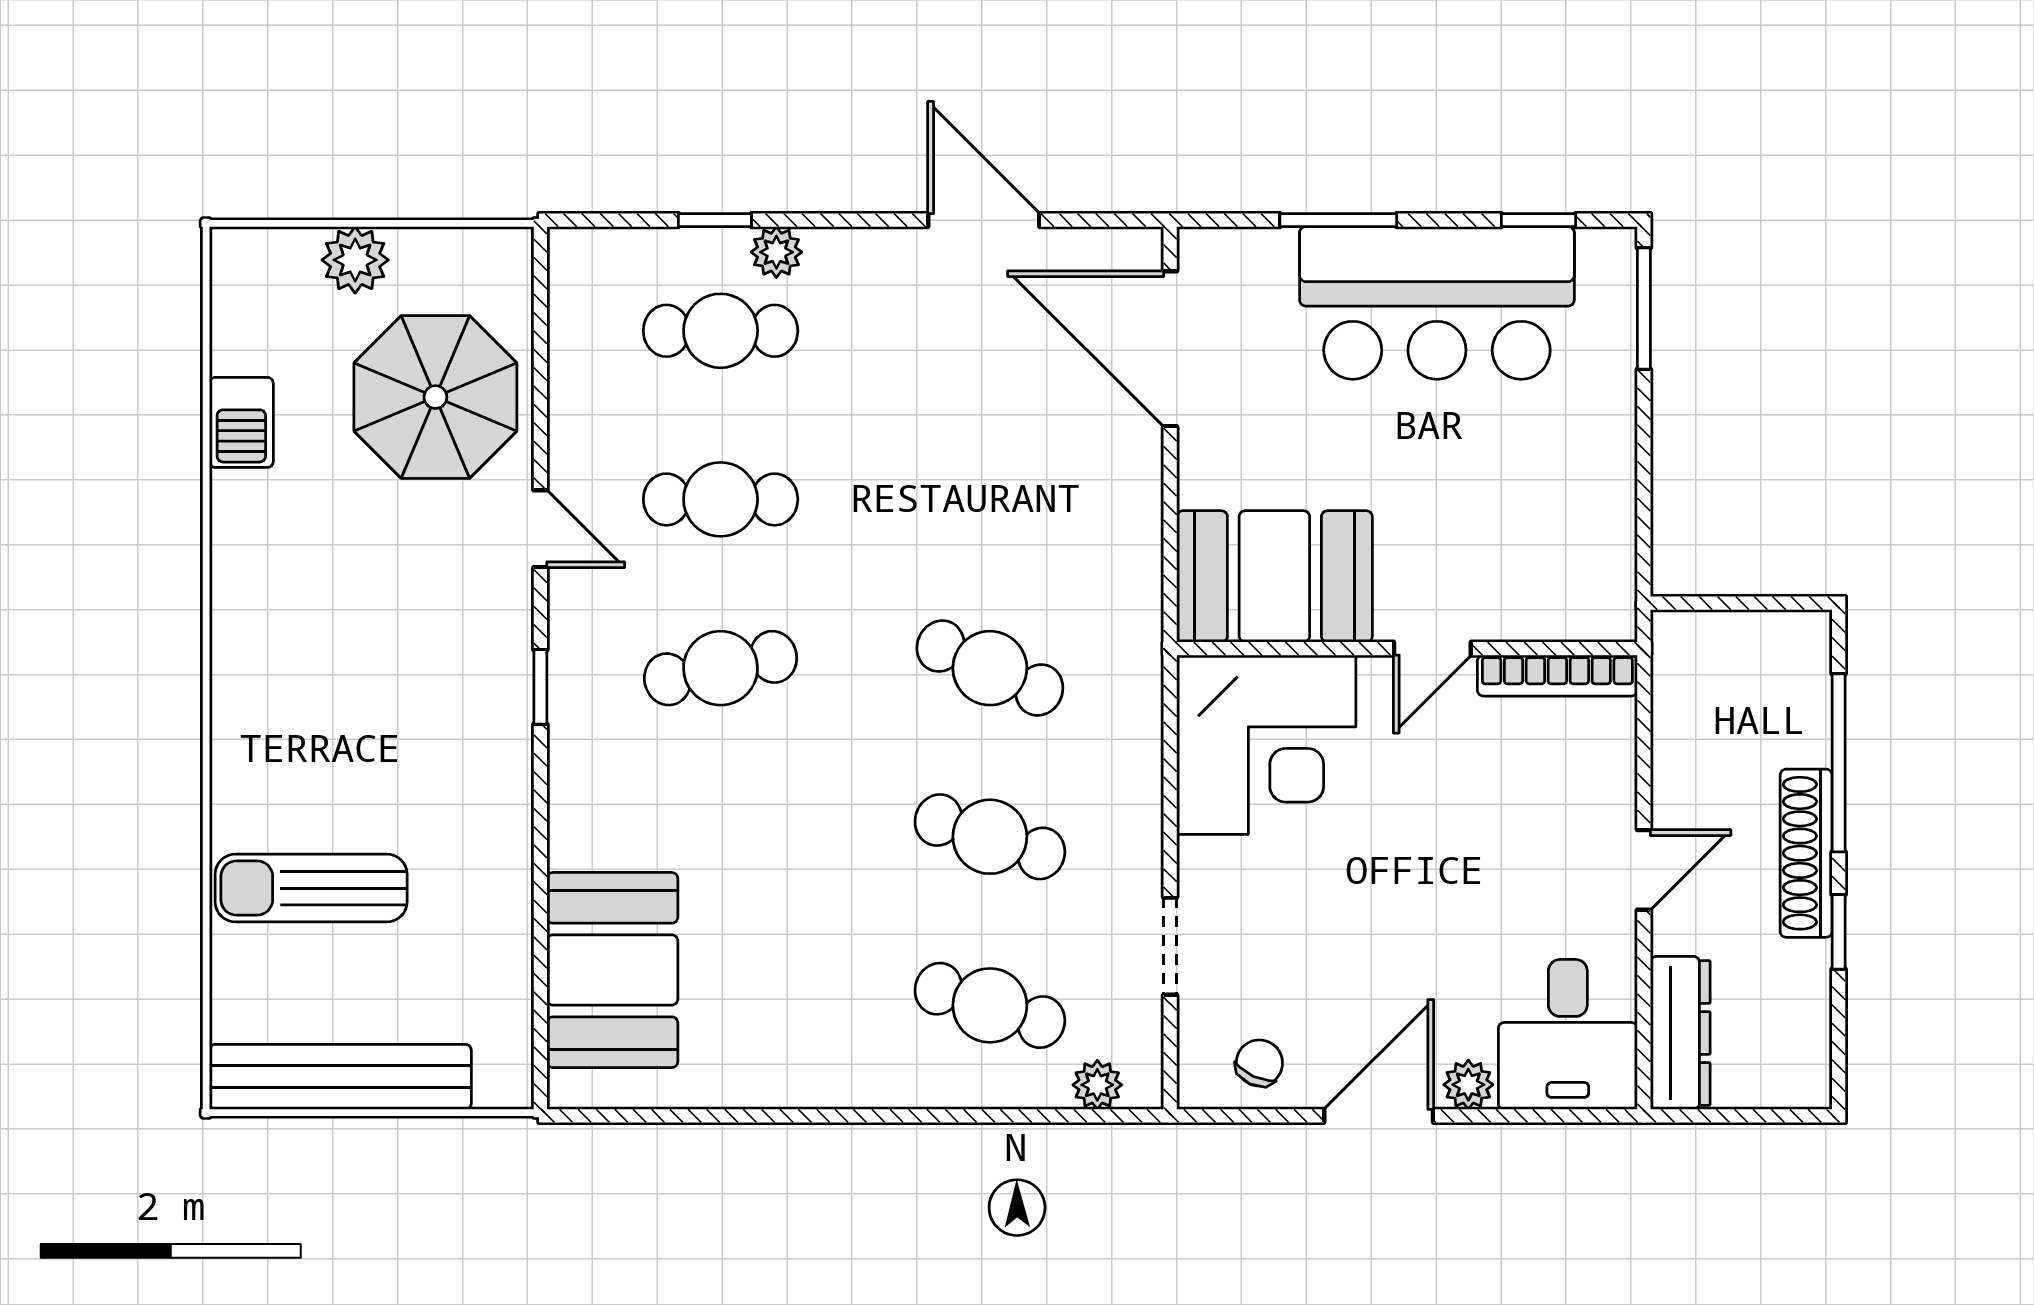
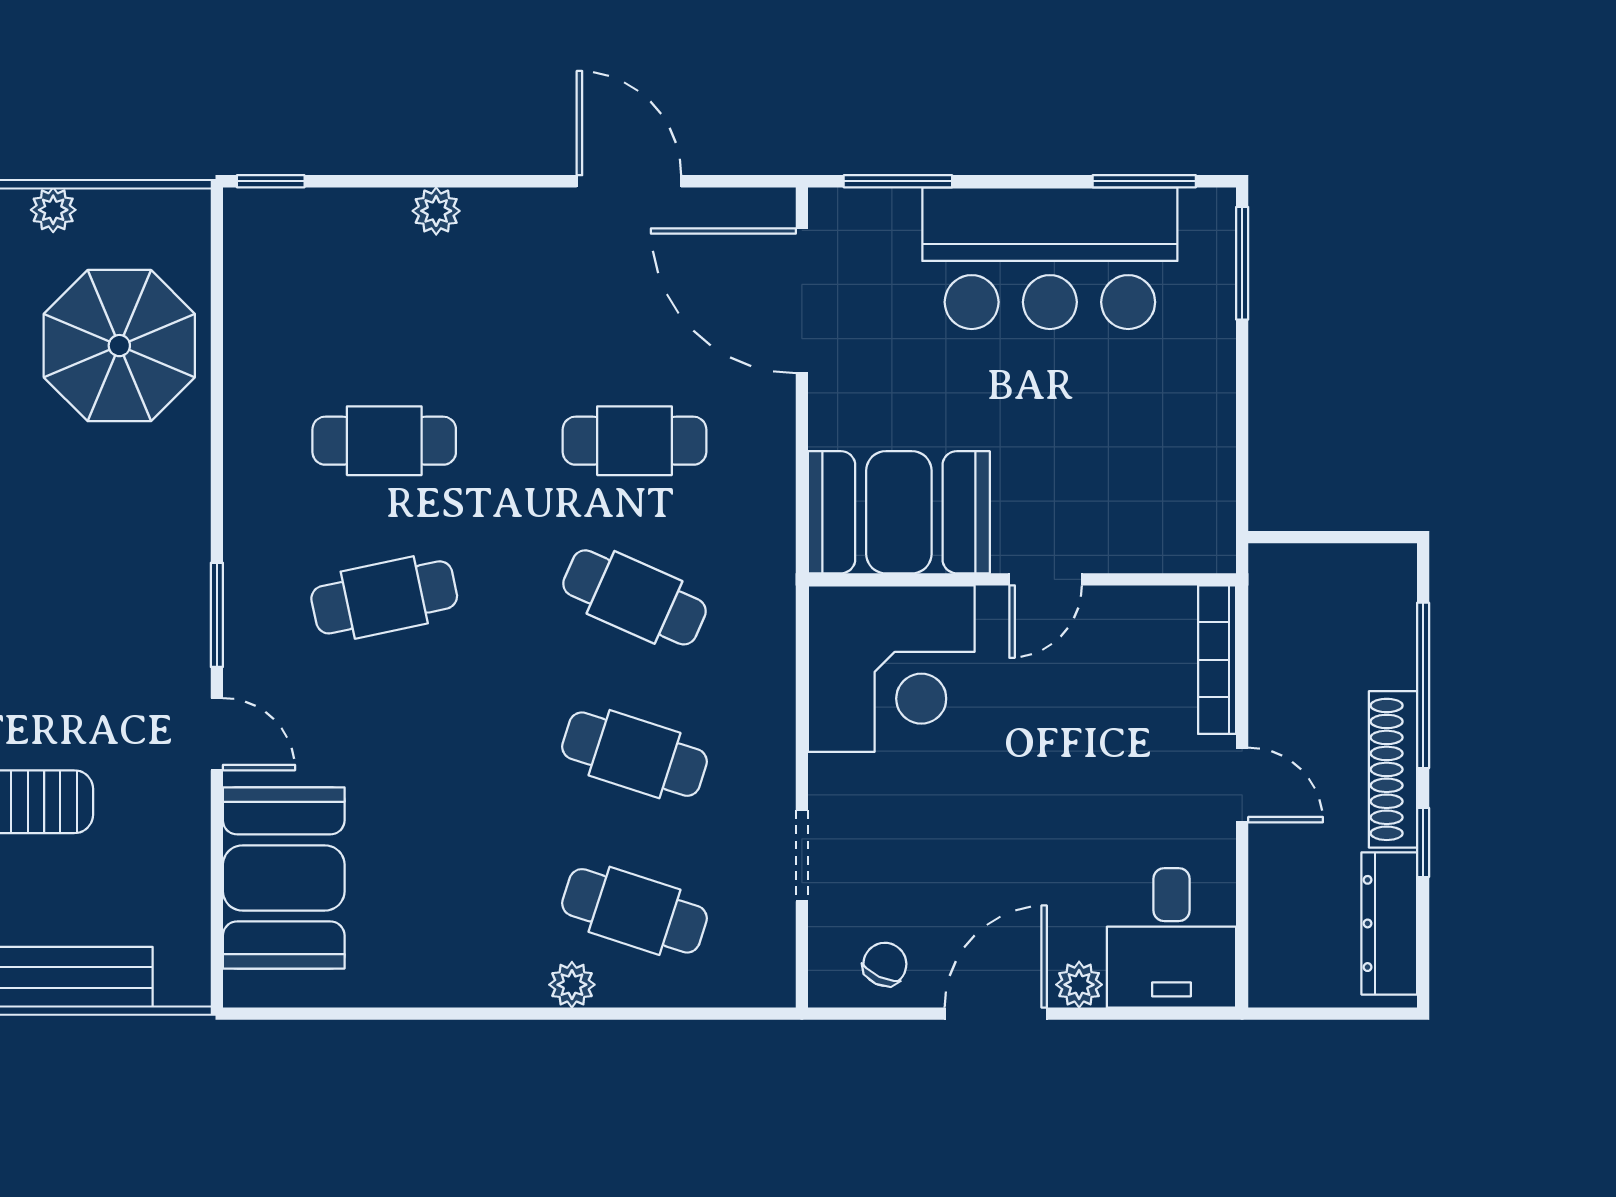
window: (715, 220) -> (271, 181), moved
window: (1338, 220) -> (898, 181), moved
window: (1538, 220) -> (1144, 181), width x1.50
plant: (355, 260) -> (53, 210), width x0.73, depth x0.73
cafe table: (721, 331) -> (635, 441), moved
door: (540, 529) -> (217, 734), moved
bookcase: (1557, 676) -> (1217, 660), moved, turned 90
window: (540, 687) -> (217, 615), width x1.50
door: (1644, 870) -> (1242, 785), hinge flipped
dresser: (1680, 1033) -> (1389, 923), moved, turned 180
plant: (1097, 1085) -> (572, 985), moved

